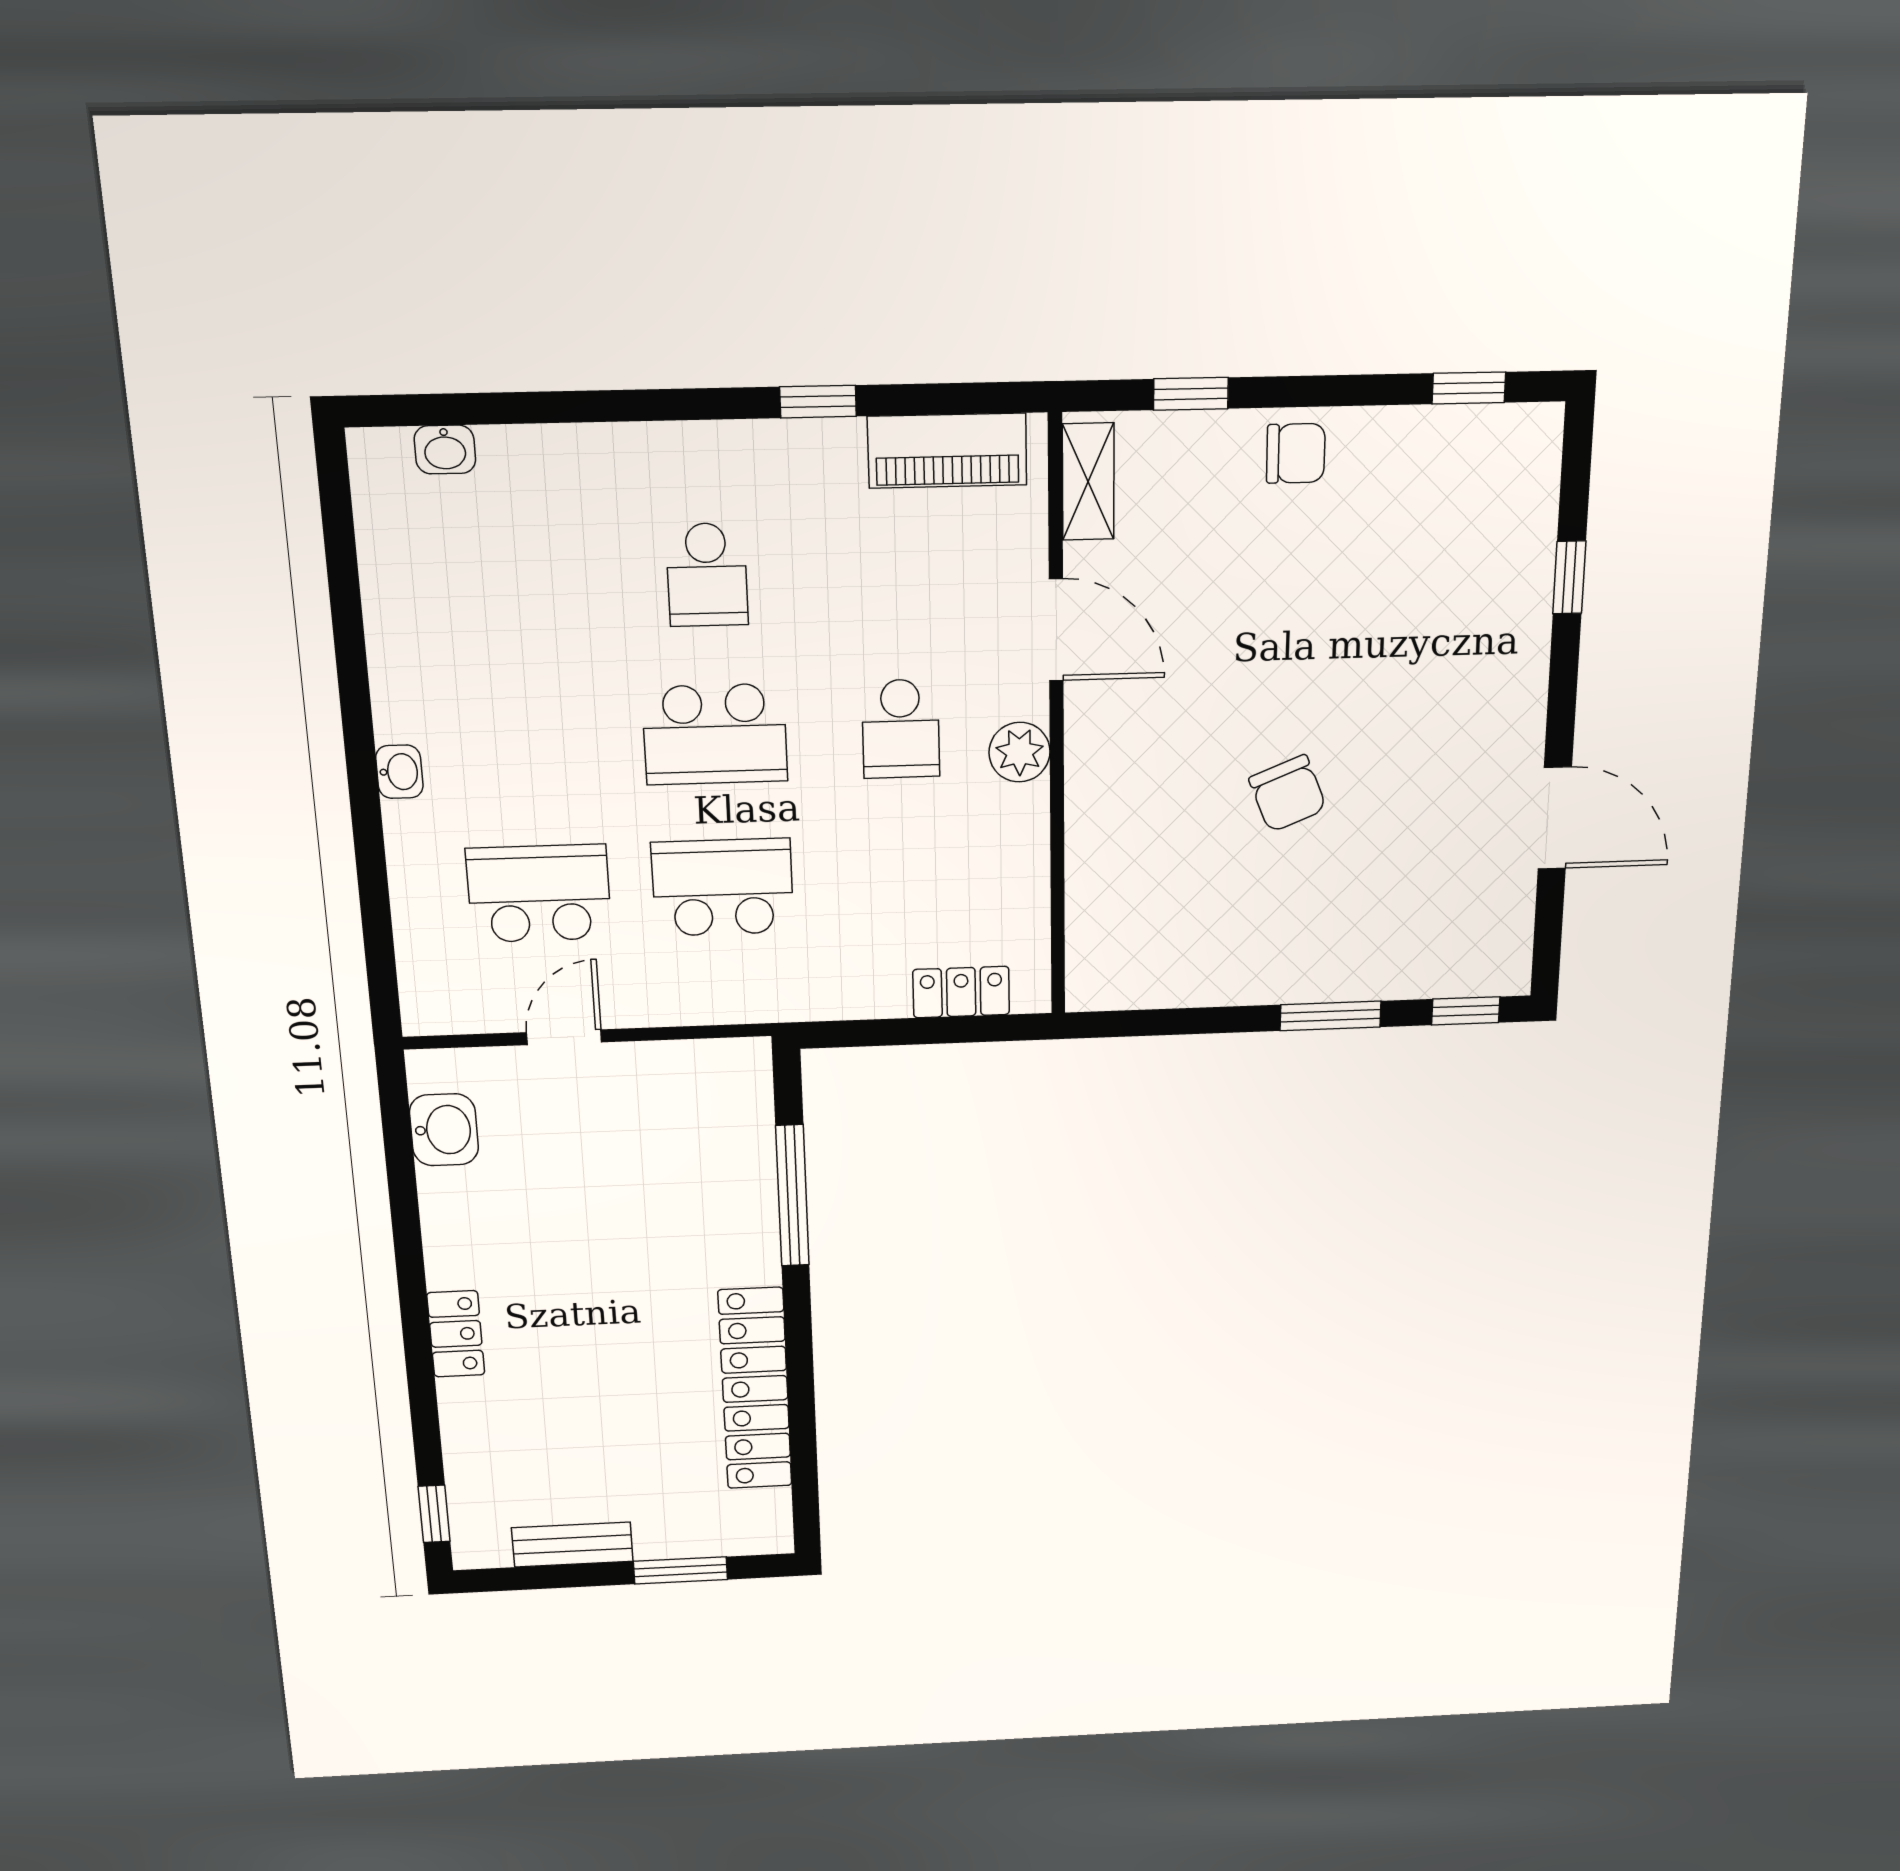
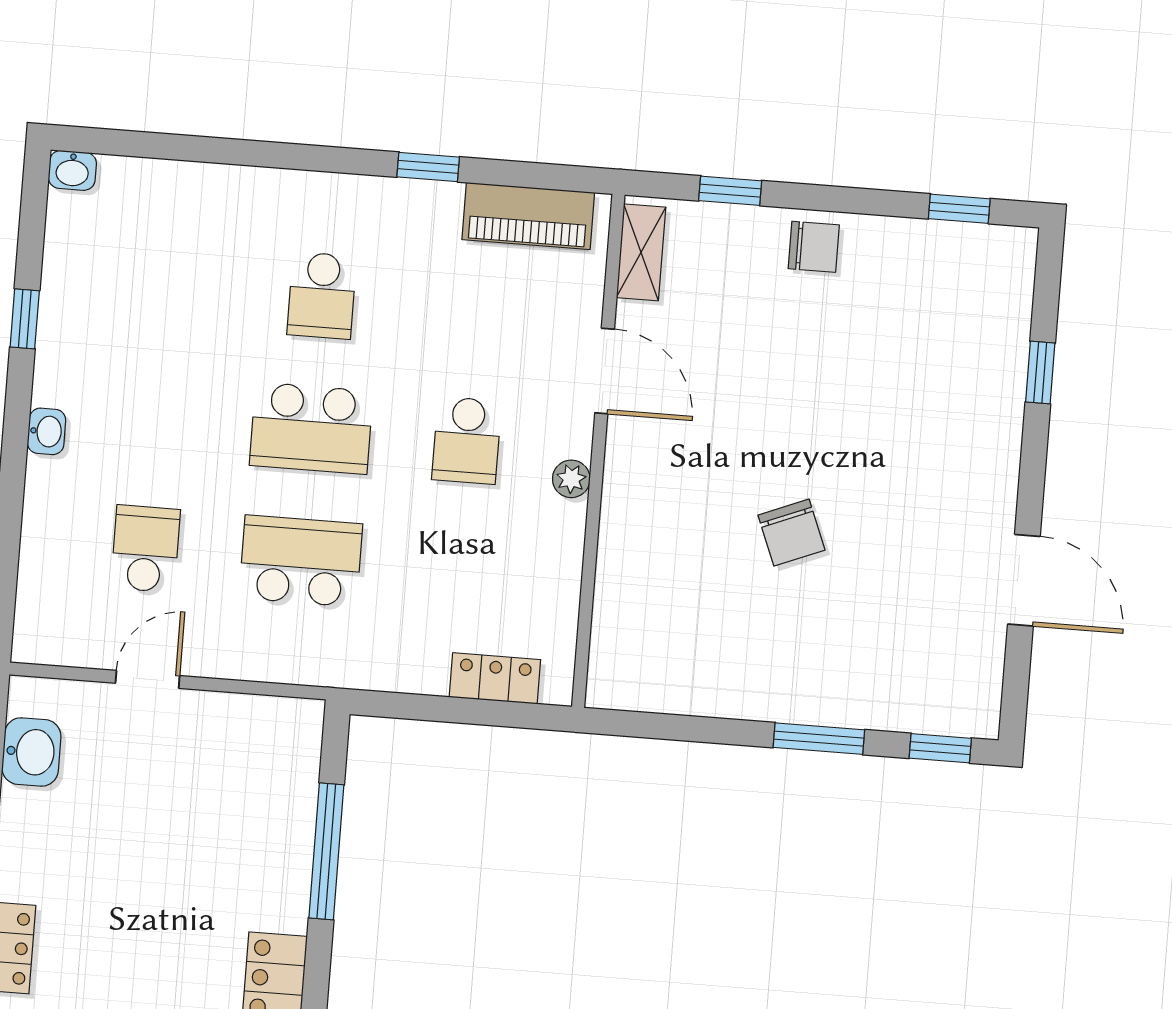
washbasin: (445, 450) -> (72, 170), moved
window: (349, 641) -> (25, 319), added
plant: (1020, 752) -> (571, 479), width x0.73, depth x0.73
school desk: (539, 893) -> (145, 549), width x0.54

